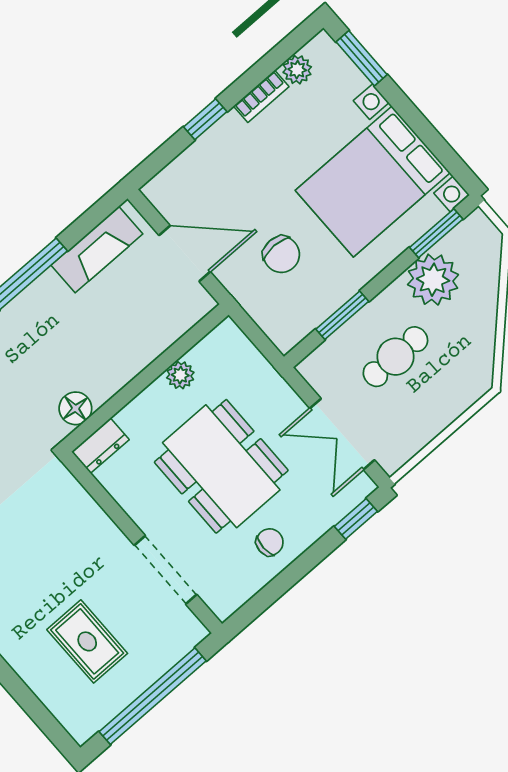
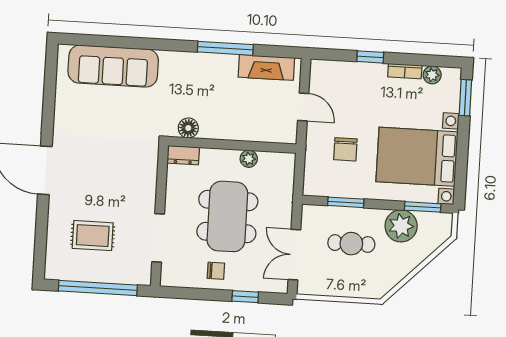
door: (185, 253) -> (303, 107), width x0.73
window: (356, 519) -> (245, 297), moved
rug: (87, 641) -> (93, 236), turned 90

